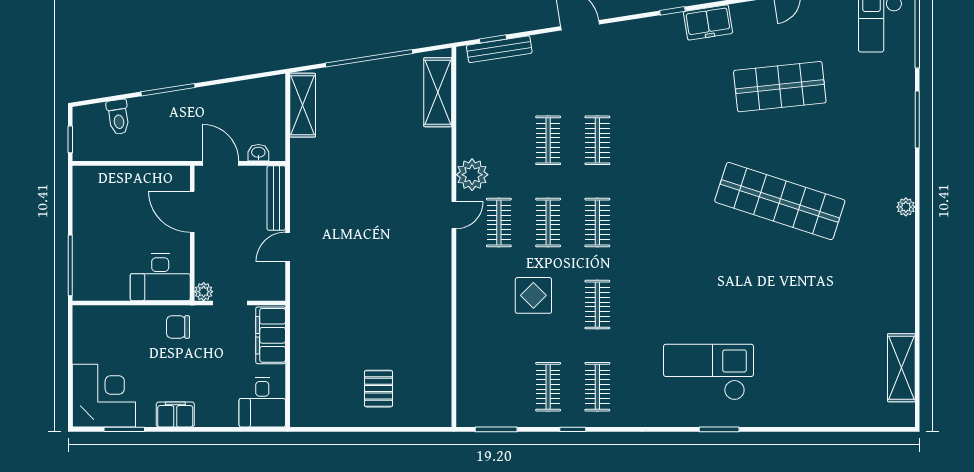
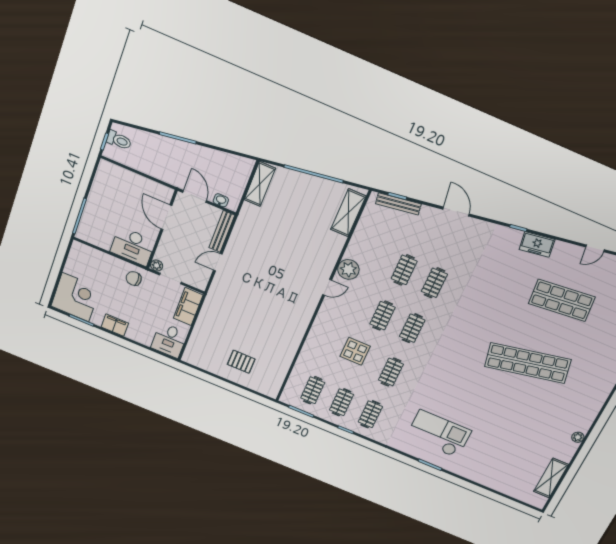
toilet: (118, 117) -> (119, 140), moved, turned -81
shop shelf: (780, 201) -> (528, 363), turned -30
plant: (906, 207) -> (578, 437), moved
clothes rail: (499, 222) -> (313, 390), moved
pallet: (378, 389) -> (241, 362), turned 90

